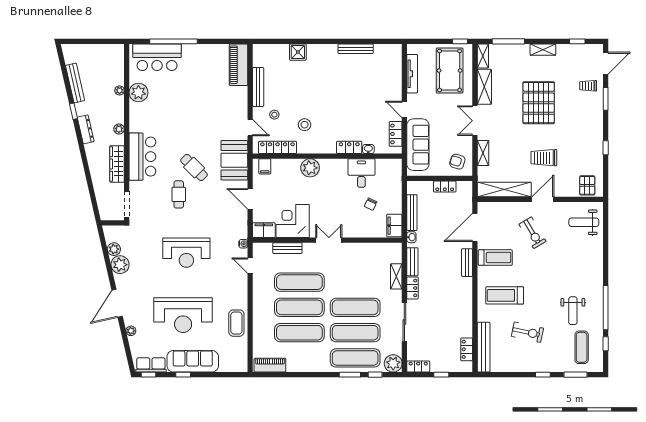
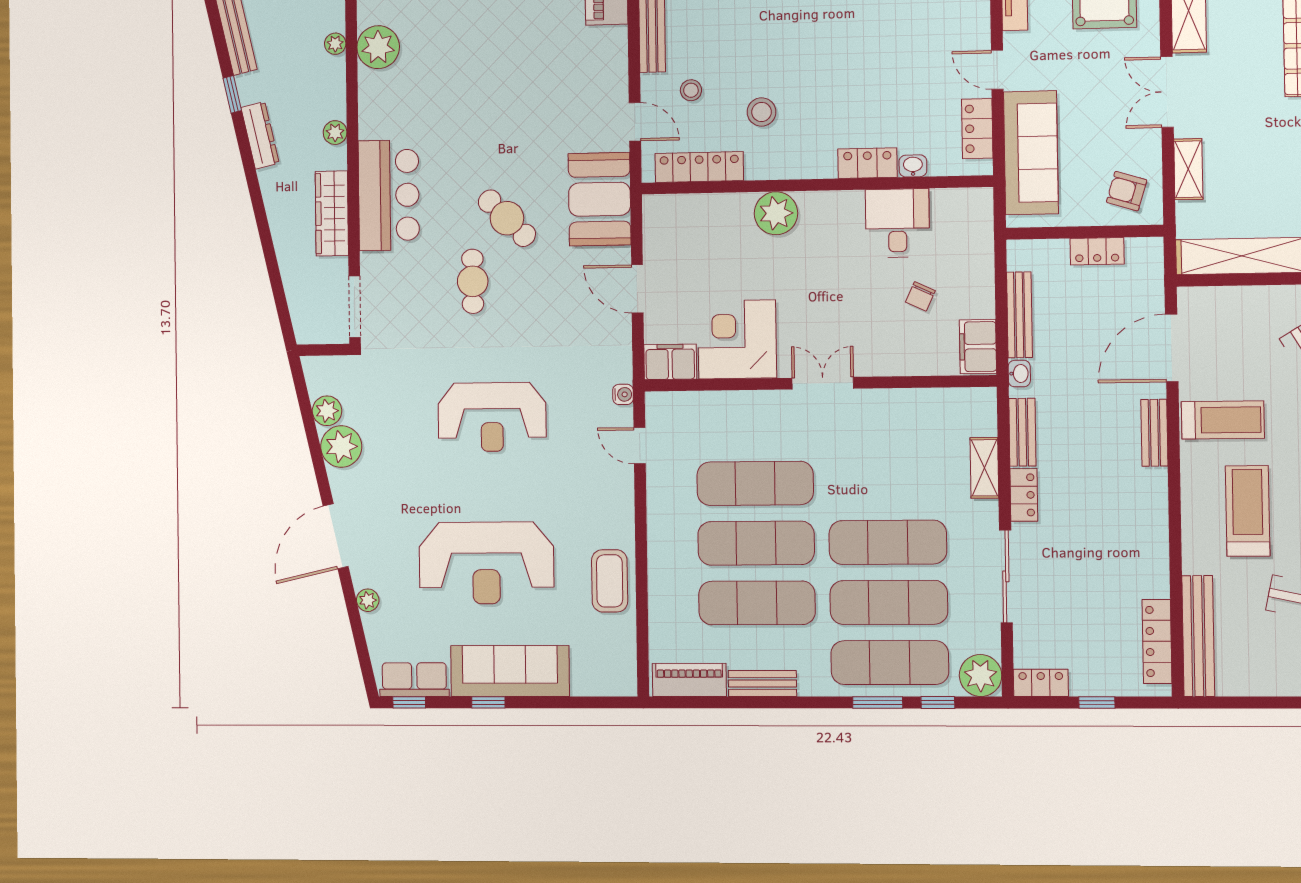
filing cabinet: (265, 166) -> (670, 212), removed
bench: (287, 248) -> (762, 684), moved
treadmill: (505, 295) -> (1248, 511), turned 90
locker: (467, 349) -> (1157, 641), width x1.53

